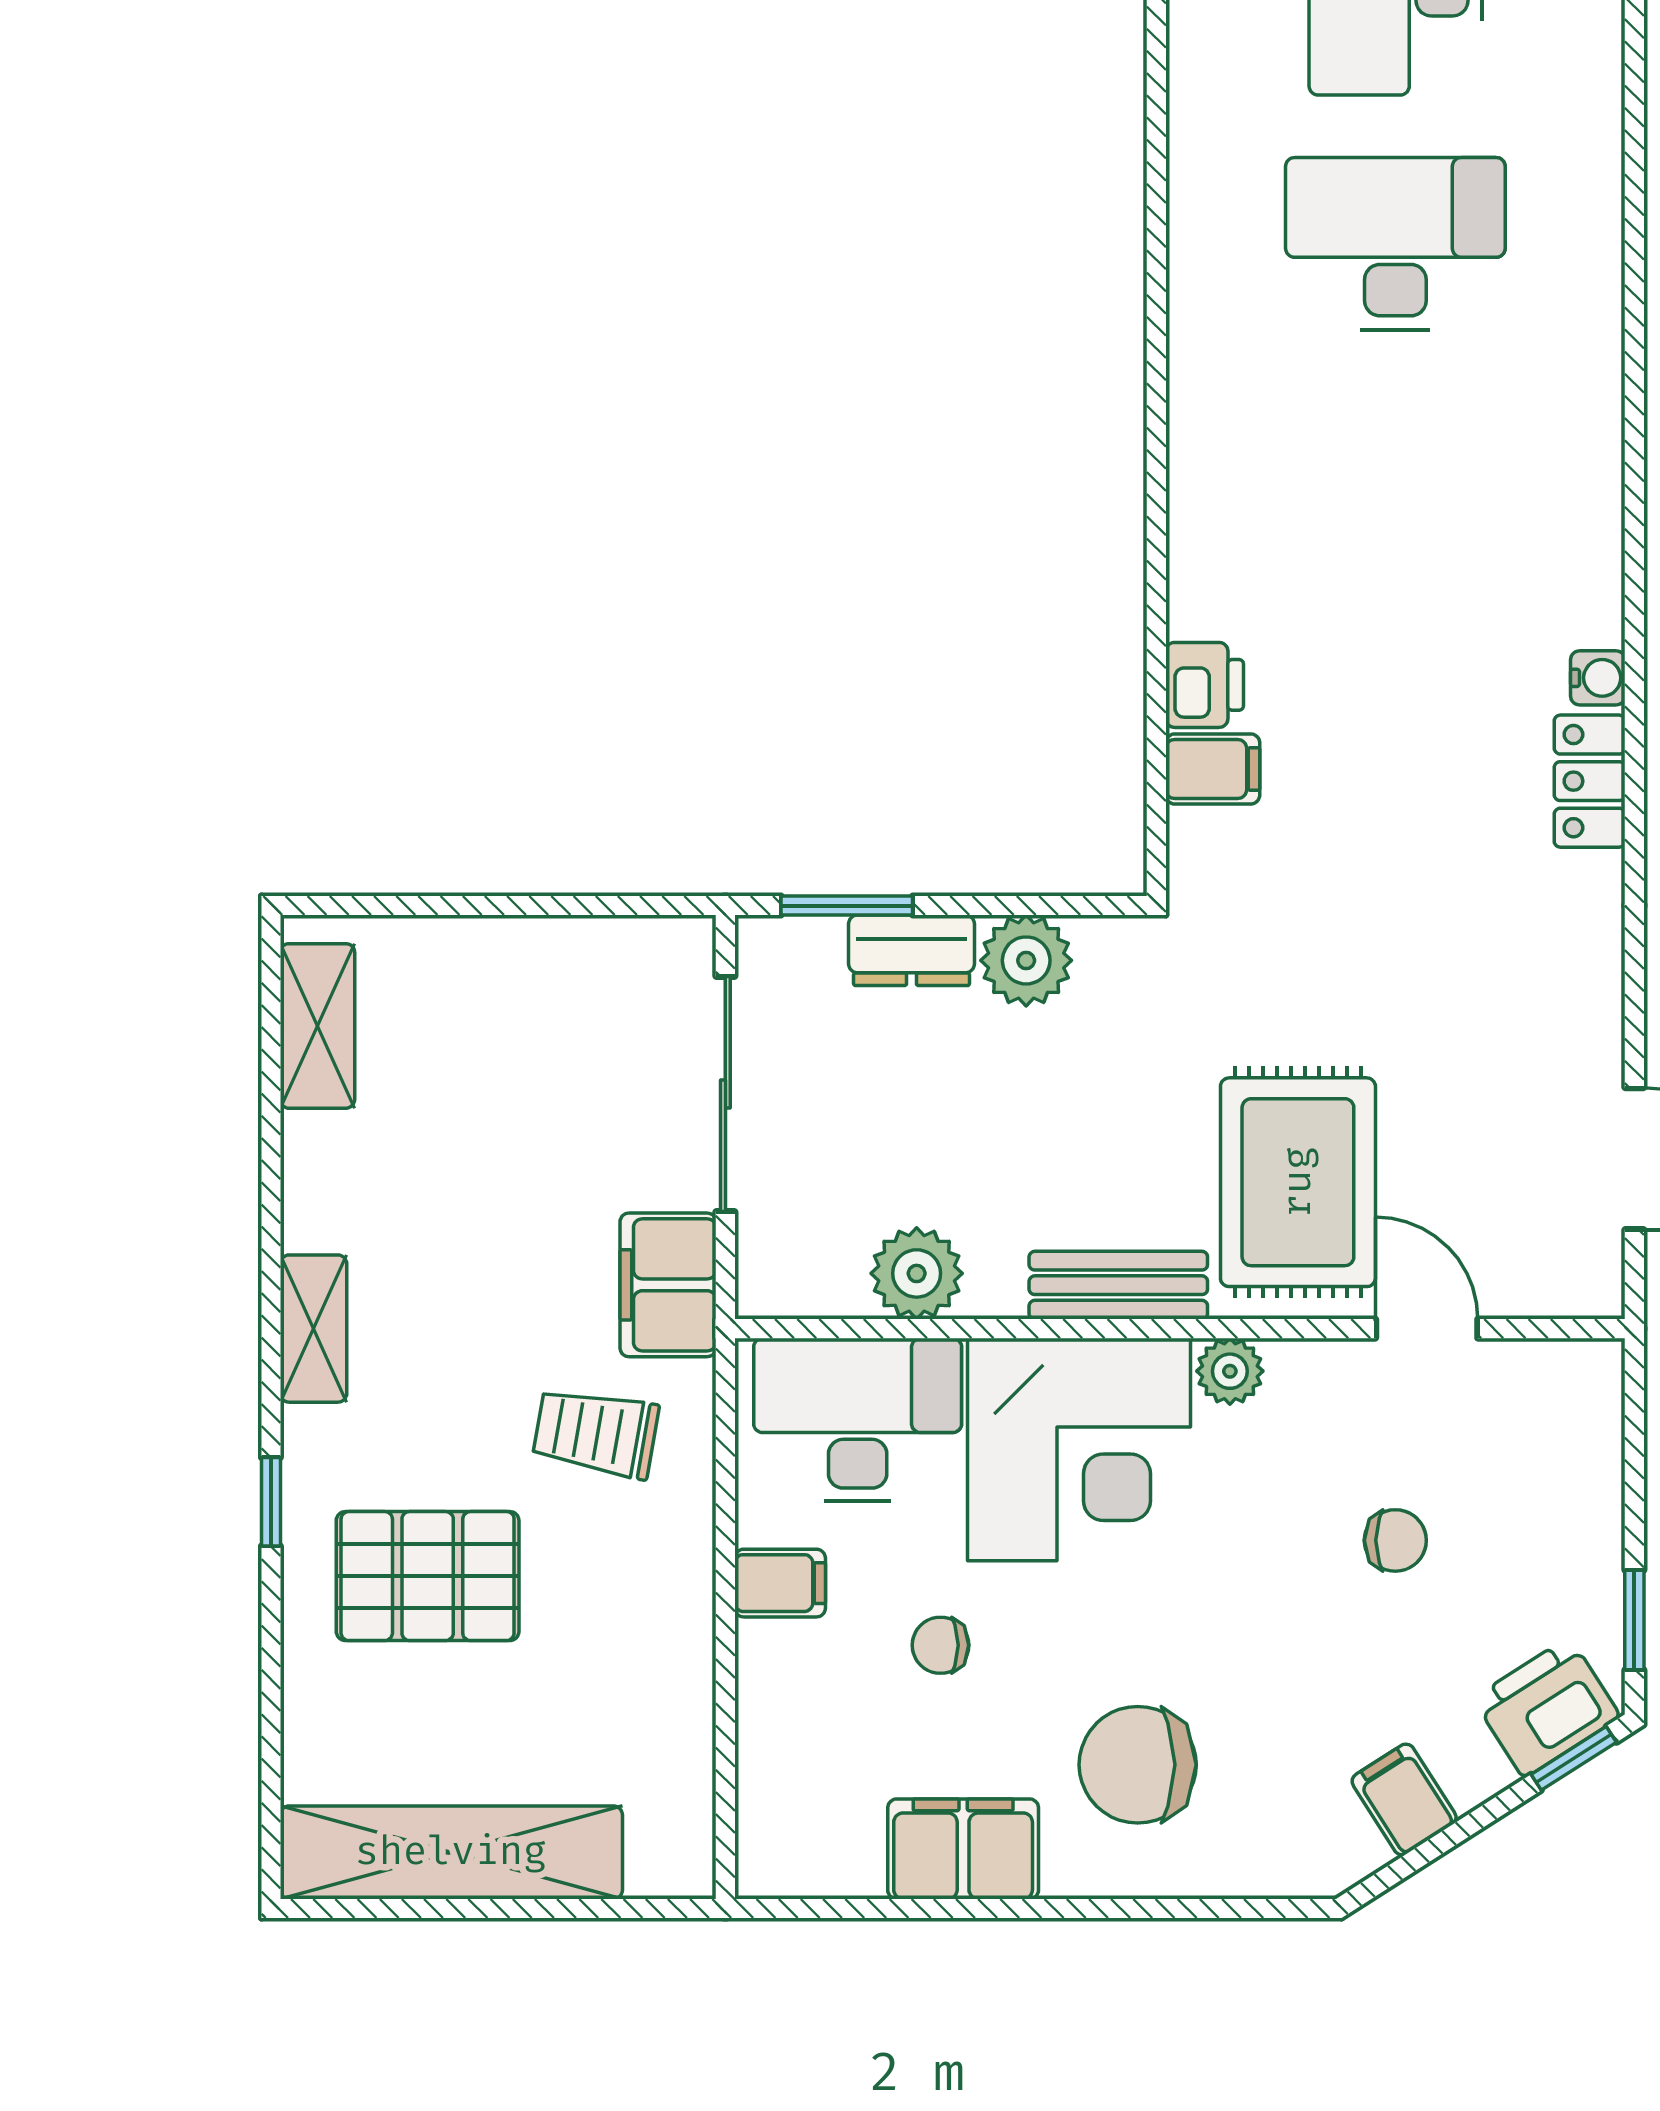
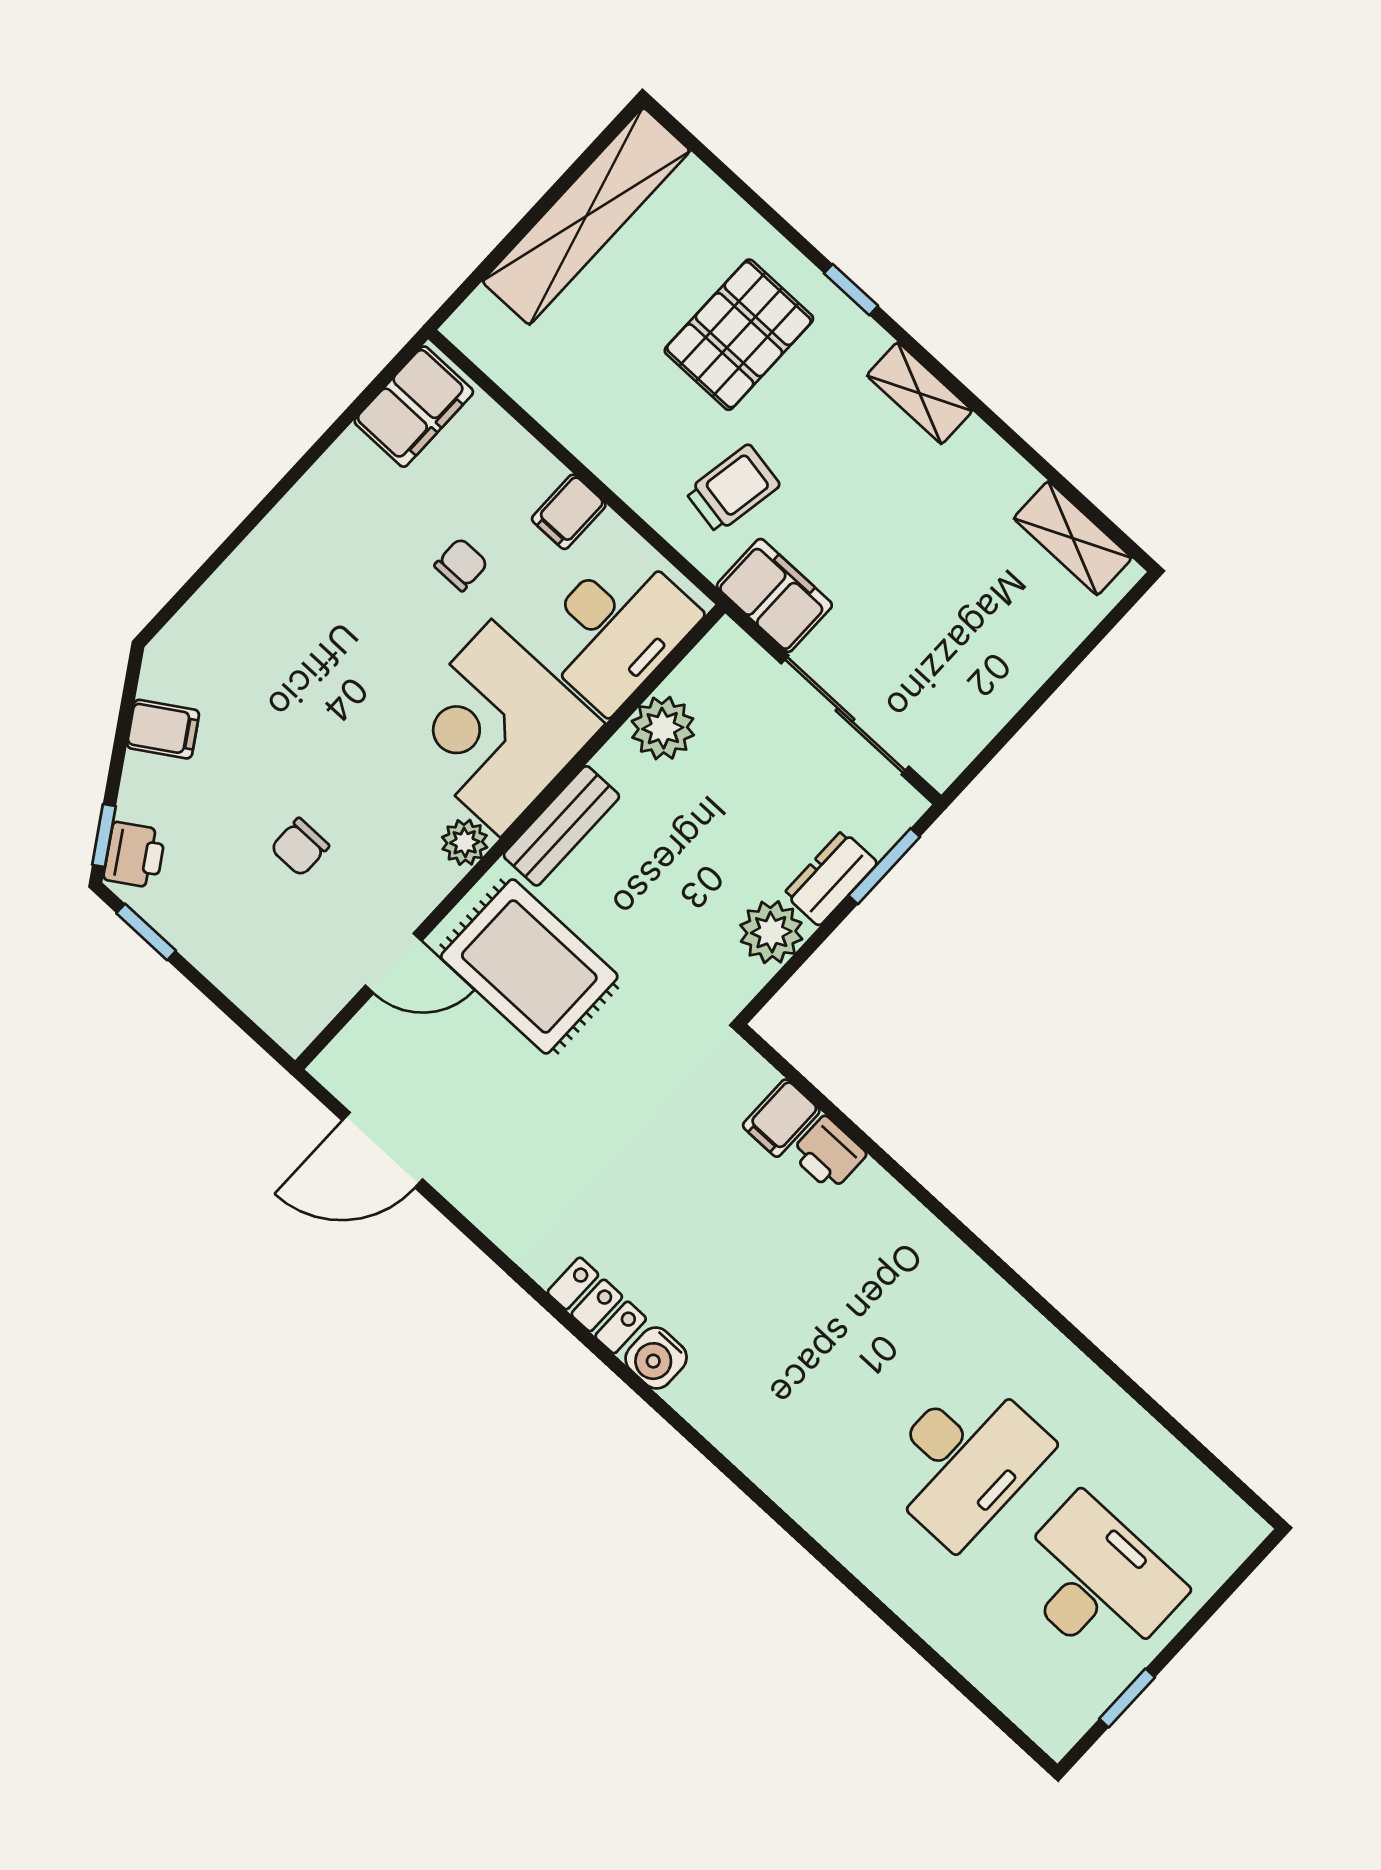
water cooler: (1598, 678) -> (656, 1358), width x1.38, depth x1.38
printer: (1547, 1708) -> (135, 855), width x0.73, depth x0.81
chair: (1138, 1765) -> (307, 609), removed
filing cabinet: (963, 1849) -> (414, 407), moved

